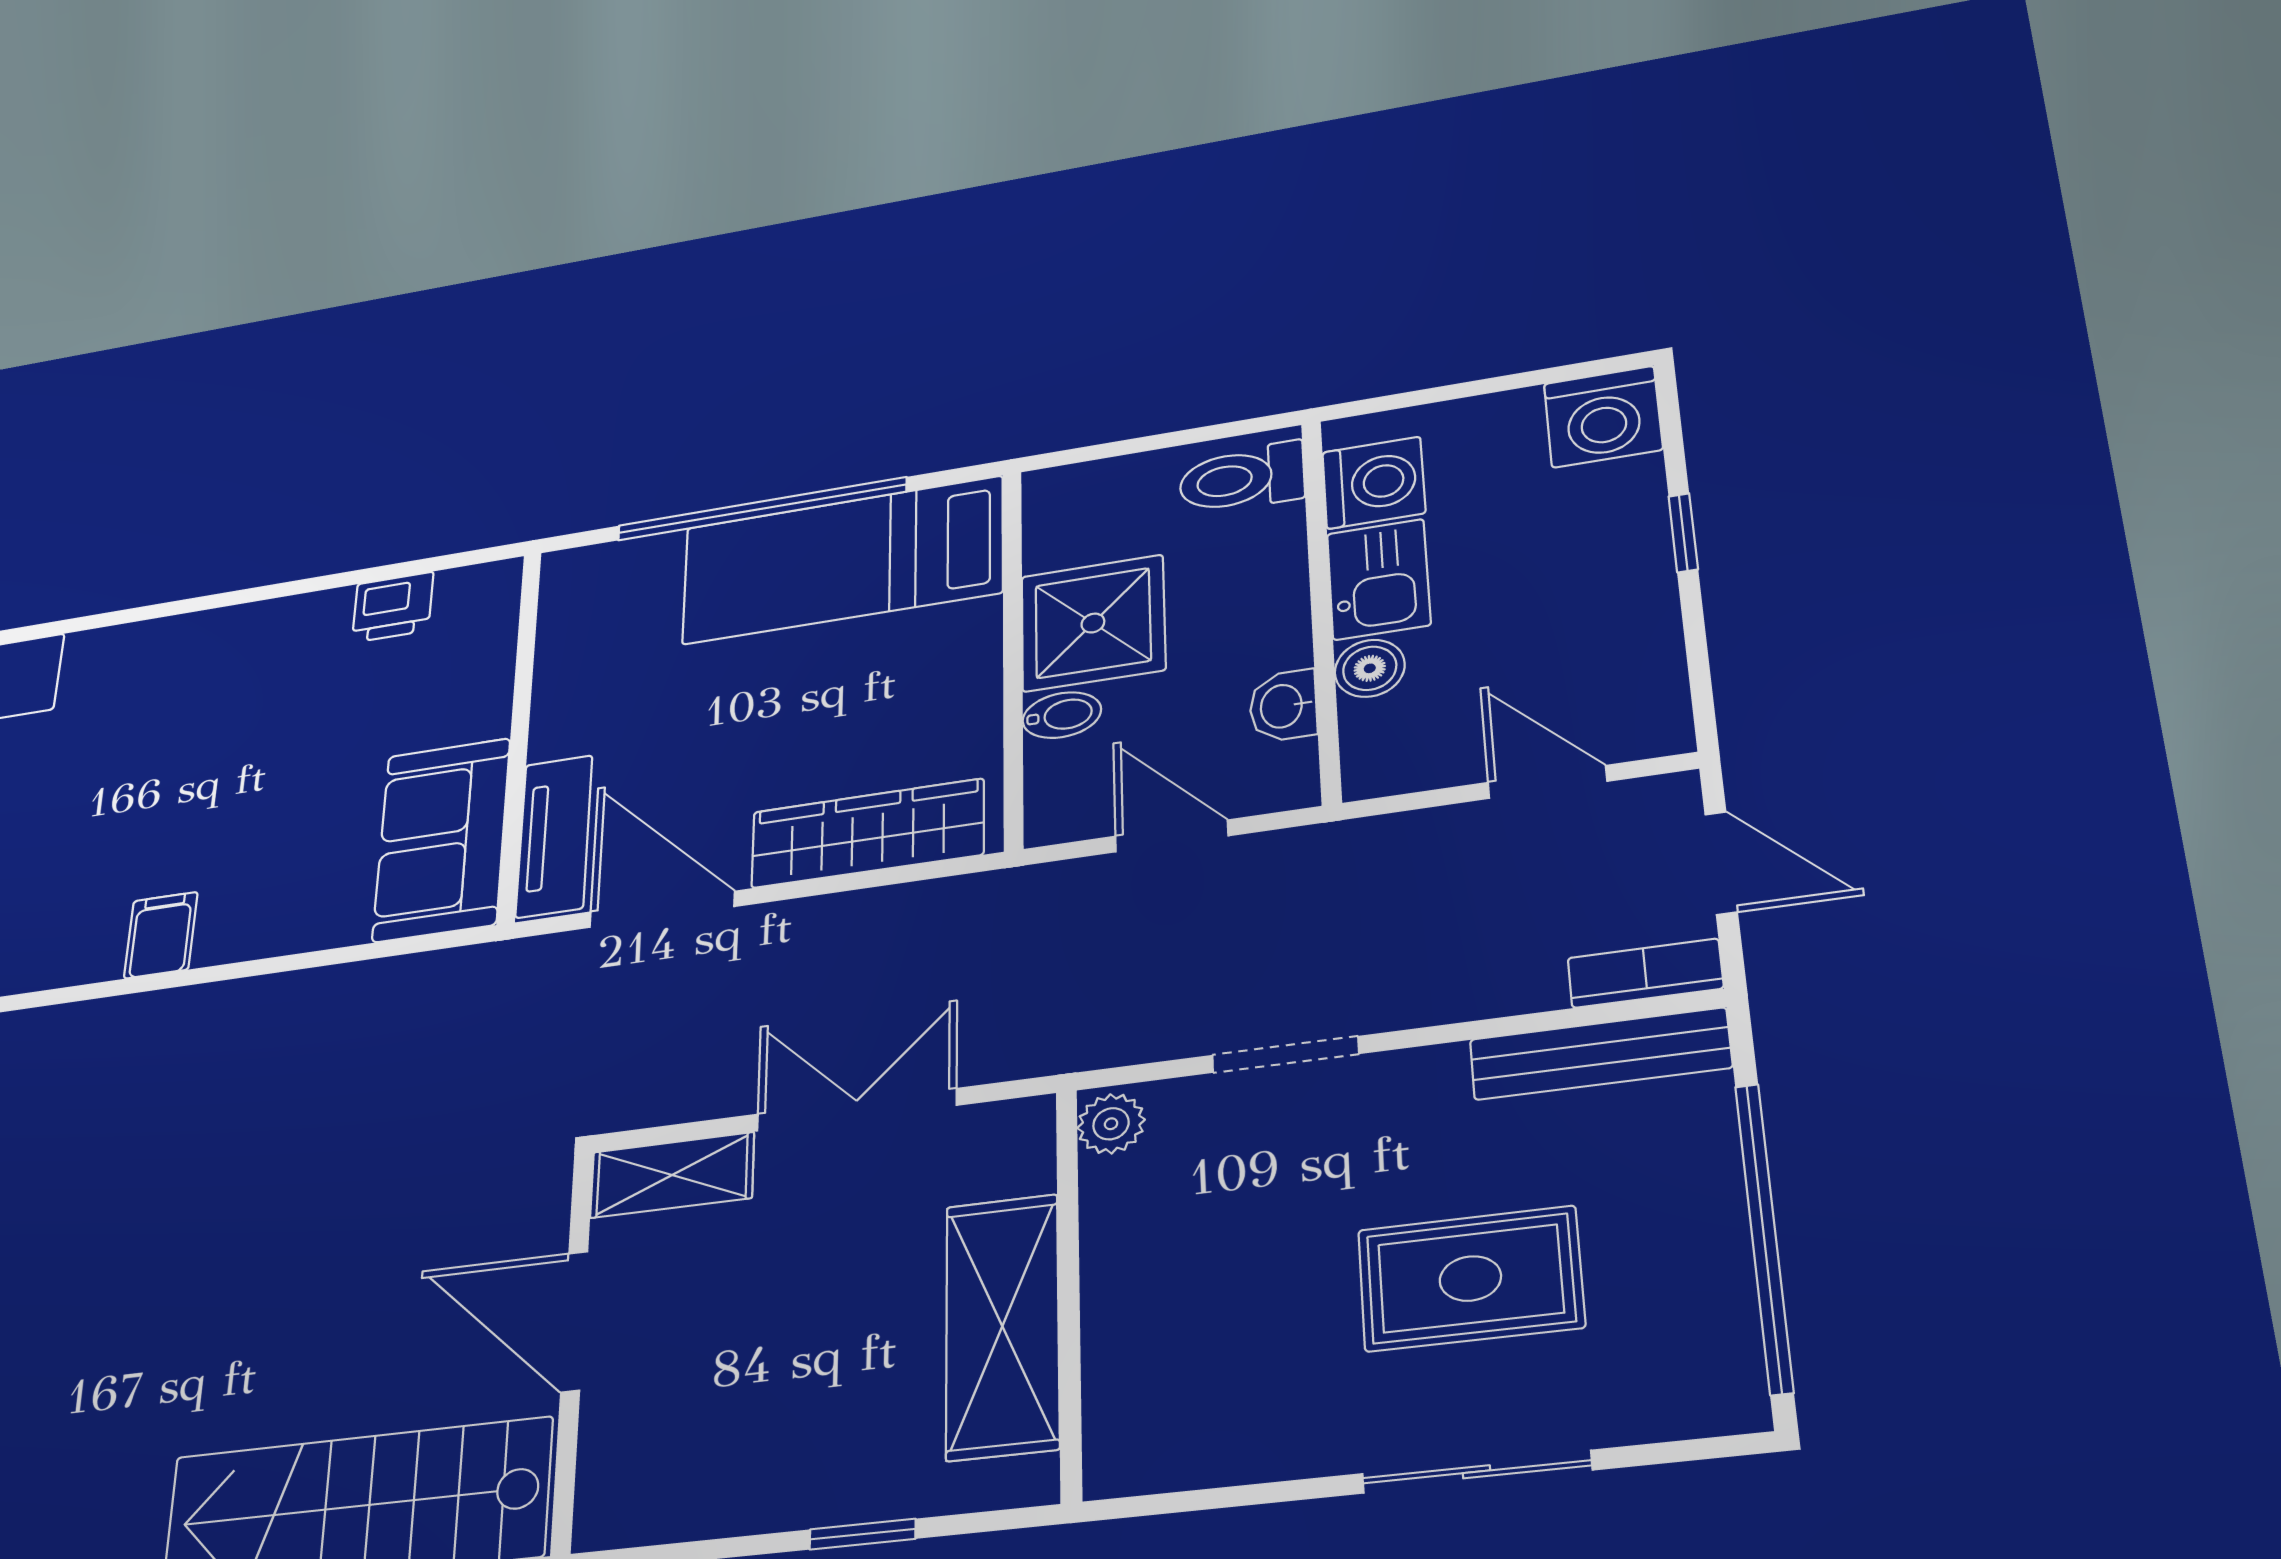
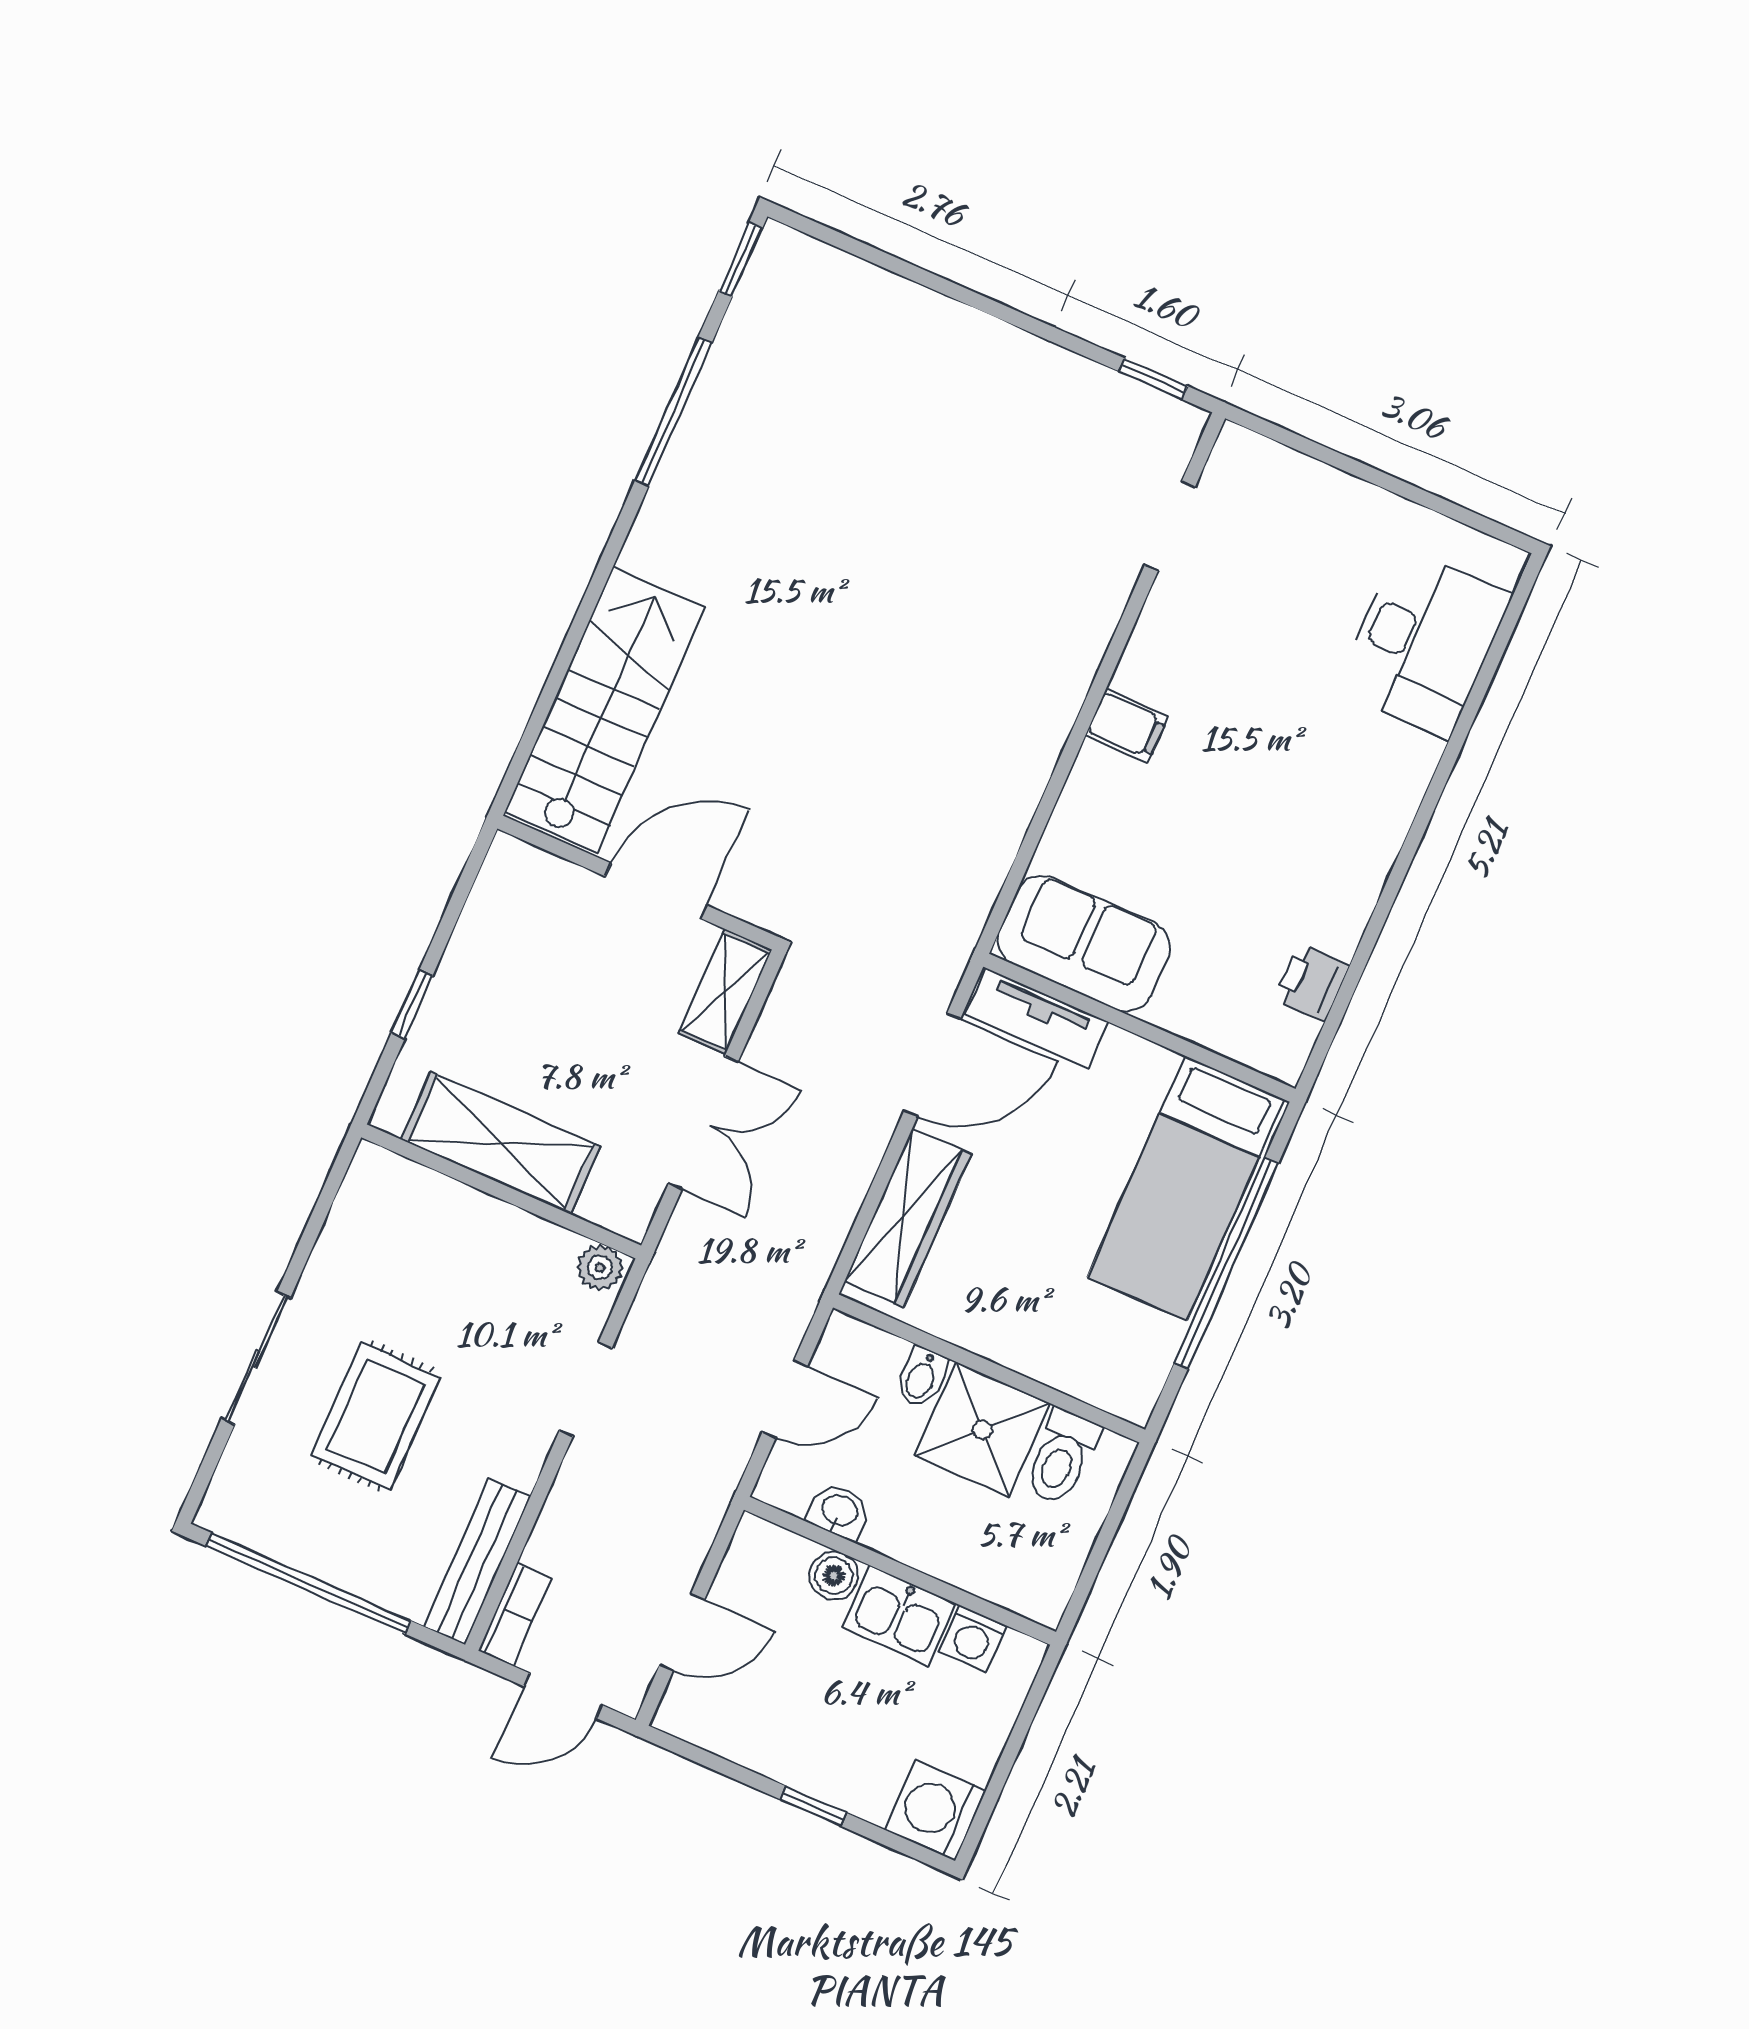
toilet: (1242, 478) -> (1062, 1457), moved, turned 180
washing machine: (1374, 483) -> (973, 1638), width x0.73, depth x0.73
bed: (842, 560) -> (1186, 1188), moved, turned 180

